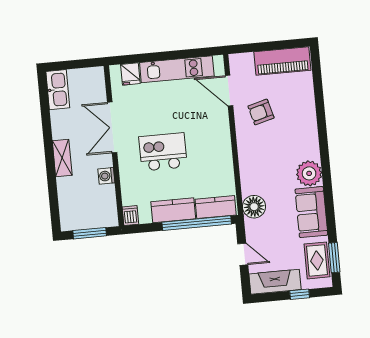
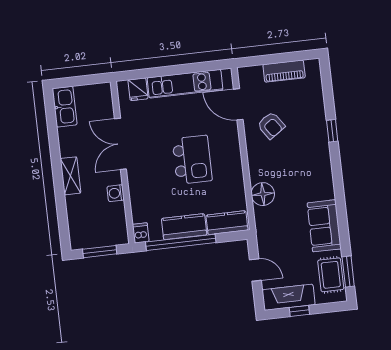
piano: (282, 61) -> (284, 71), width x0.73, depth x0.75
armchair: (261, 112) -> (271, 125), turned -110
window: (321, 119) -> (332, 131), added
kitchen island: (163, 152) -> (192, 160), moved, turned 90
plant: (309, 173) -> (321, 187), removed
floor lamp: (254, 207) -> (263, 194), moved
window: (197, 223) -> (181, 242), moved
window: (300, 294) -> (299, 311), moved

